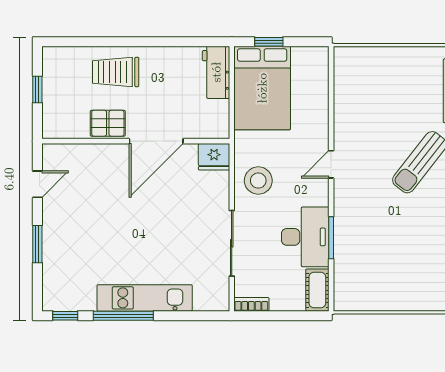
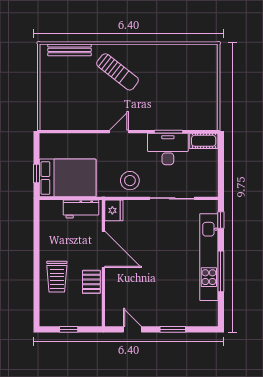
workbench: (216, 72) -> (81, 209), moved
door: (331, 164) -> (119, 132), swing flipped
kitchen unit: (145, 298) -> (209, 257), width x1.36
bookcase: (251, 304) -> (213, 185), removed
window: (65, 316) -> (221, 220), moved

